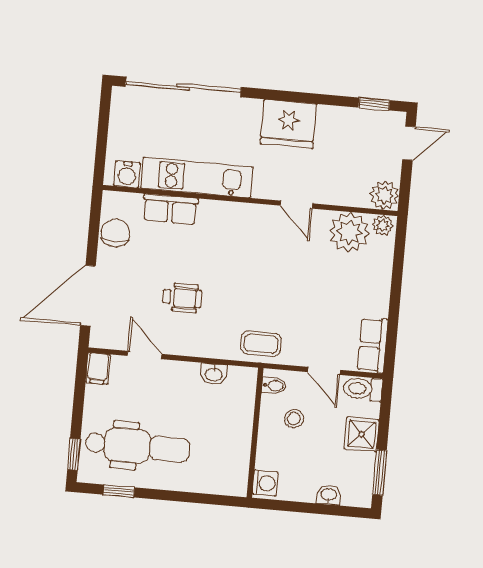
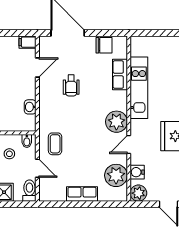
water cooler: (127, 174) -> (137, 172), moved
plant: (383, 225) -> (116, 122), moved, width x1.88, depth x1.88
coffee table: (261, 344) -> (55, 144), moved
row of seats: (373, 345) -> (82, 194), moved
door: (324, 371) -> (37, 168), swing flipped

